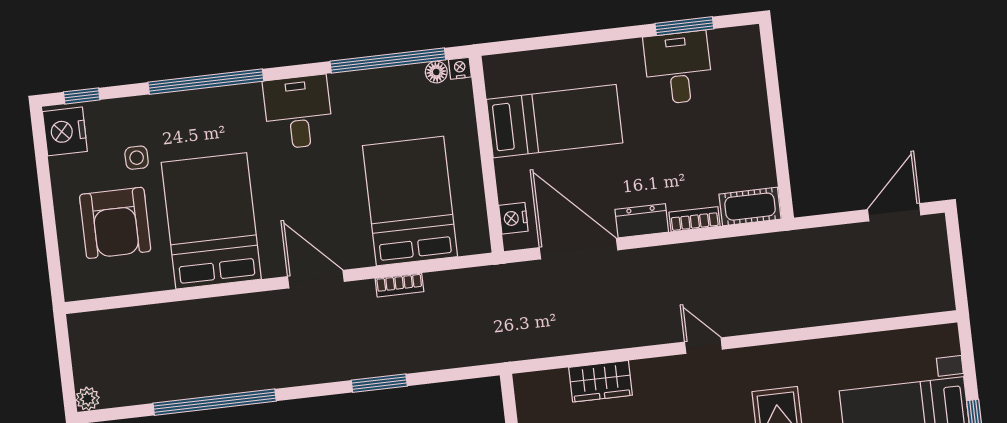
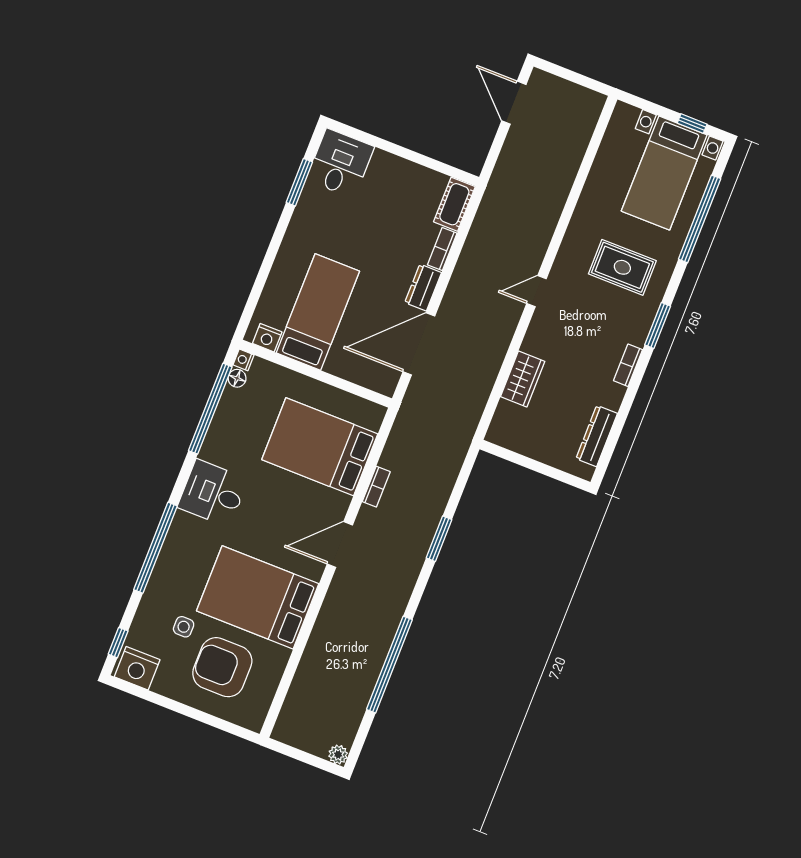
desk: (678, 68) -> (340, 163), moved, turned 90
nightstand: (513, 218) -> (267, 338), moved
armchair: (115, 223) -> (222, 667), turned 180

